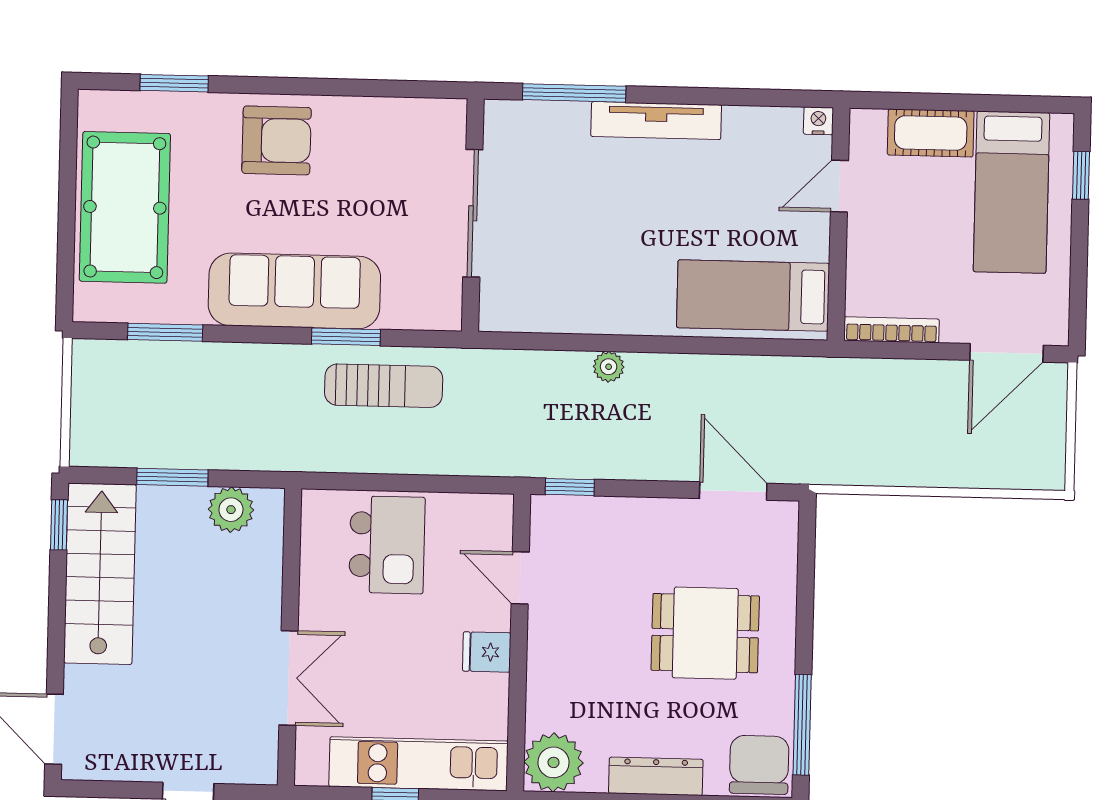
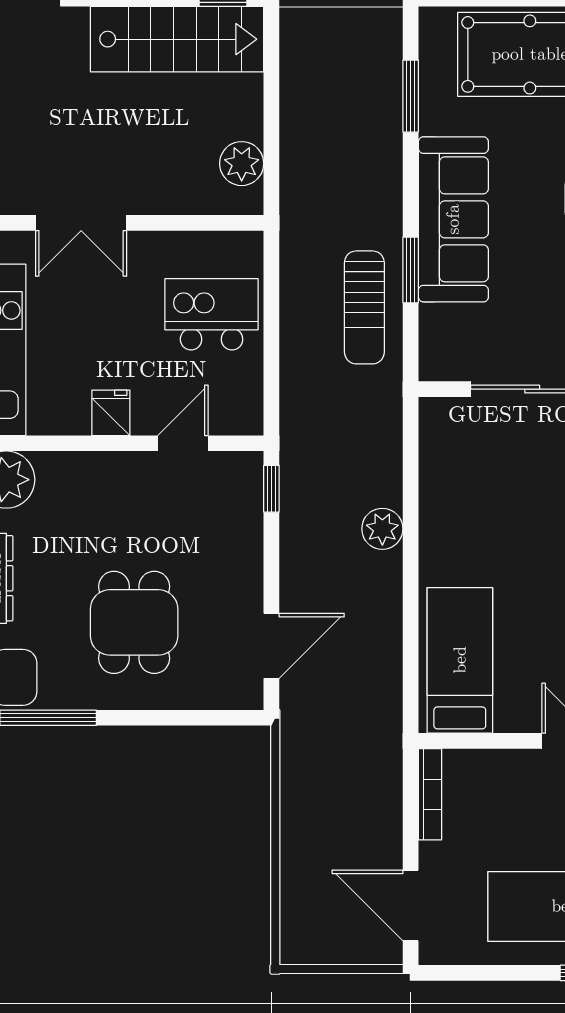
plant: (609, 367) -> (382, 529), width x1.38, depth x1.38
window: (172, 477) -> (271, 106), removed
kitchen island: (387, 545) -> (212, 314), turned 180

